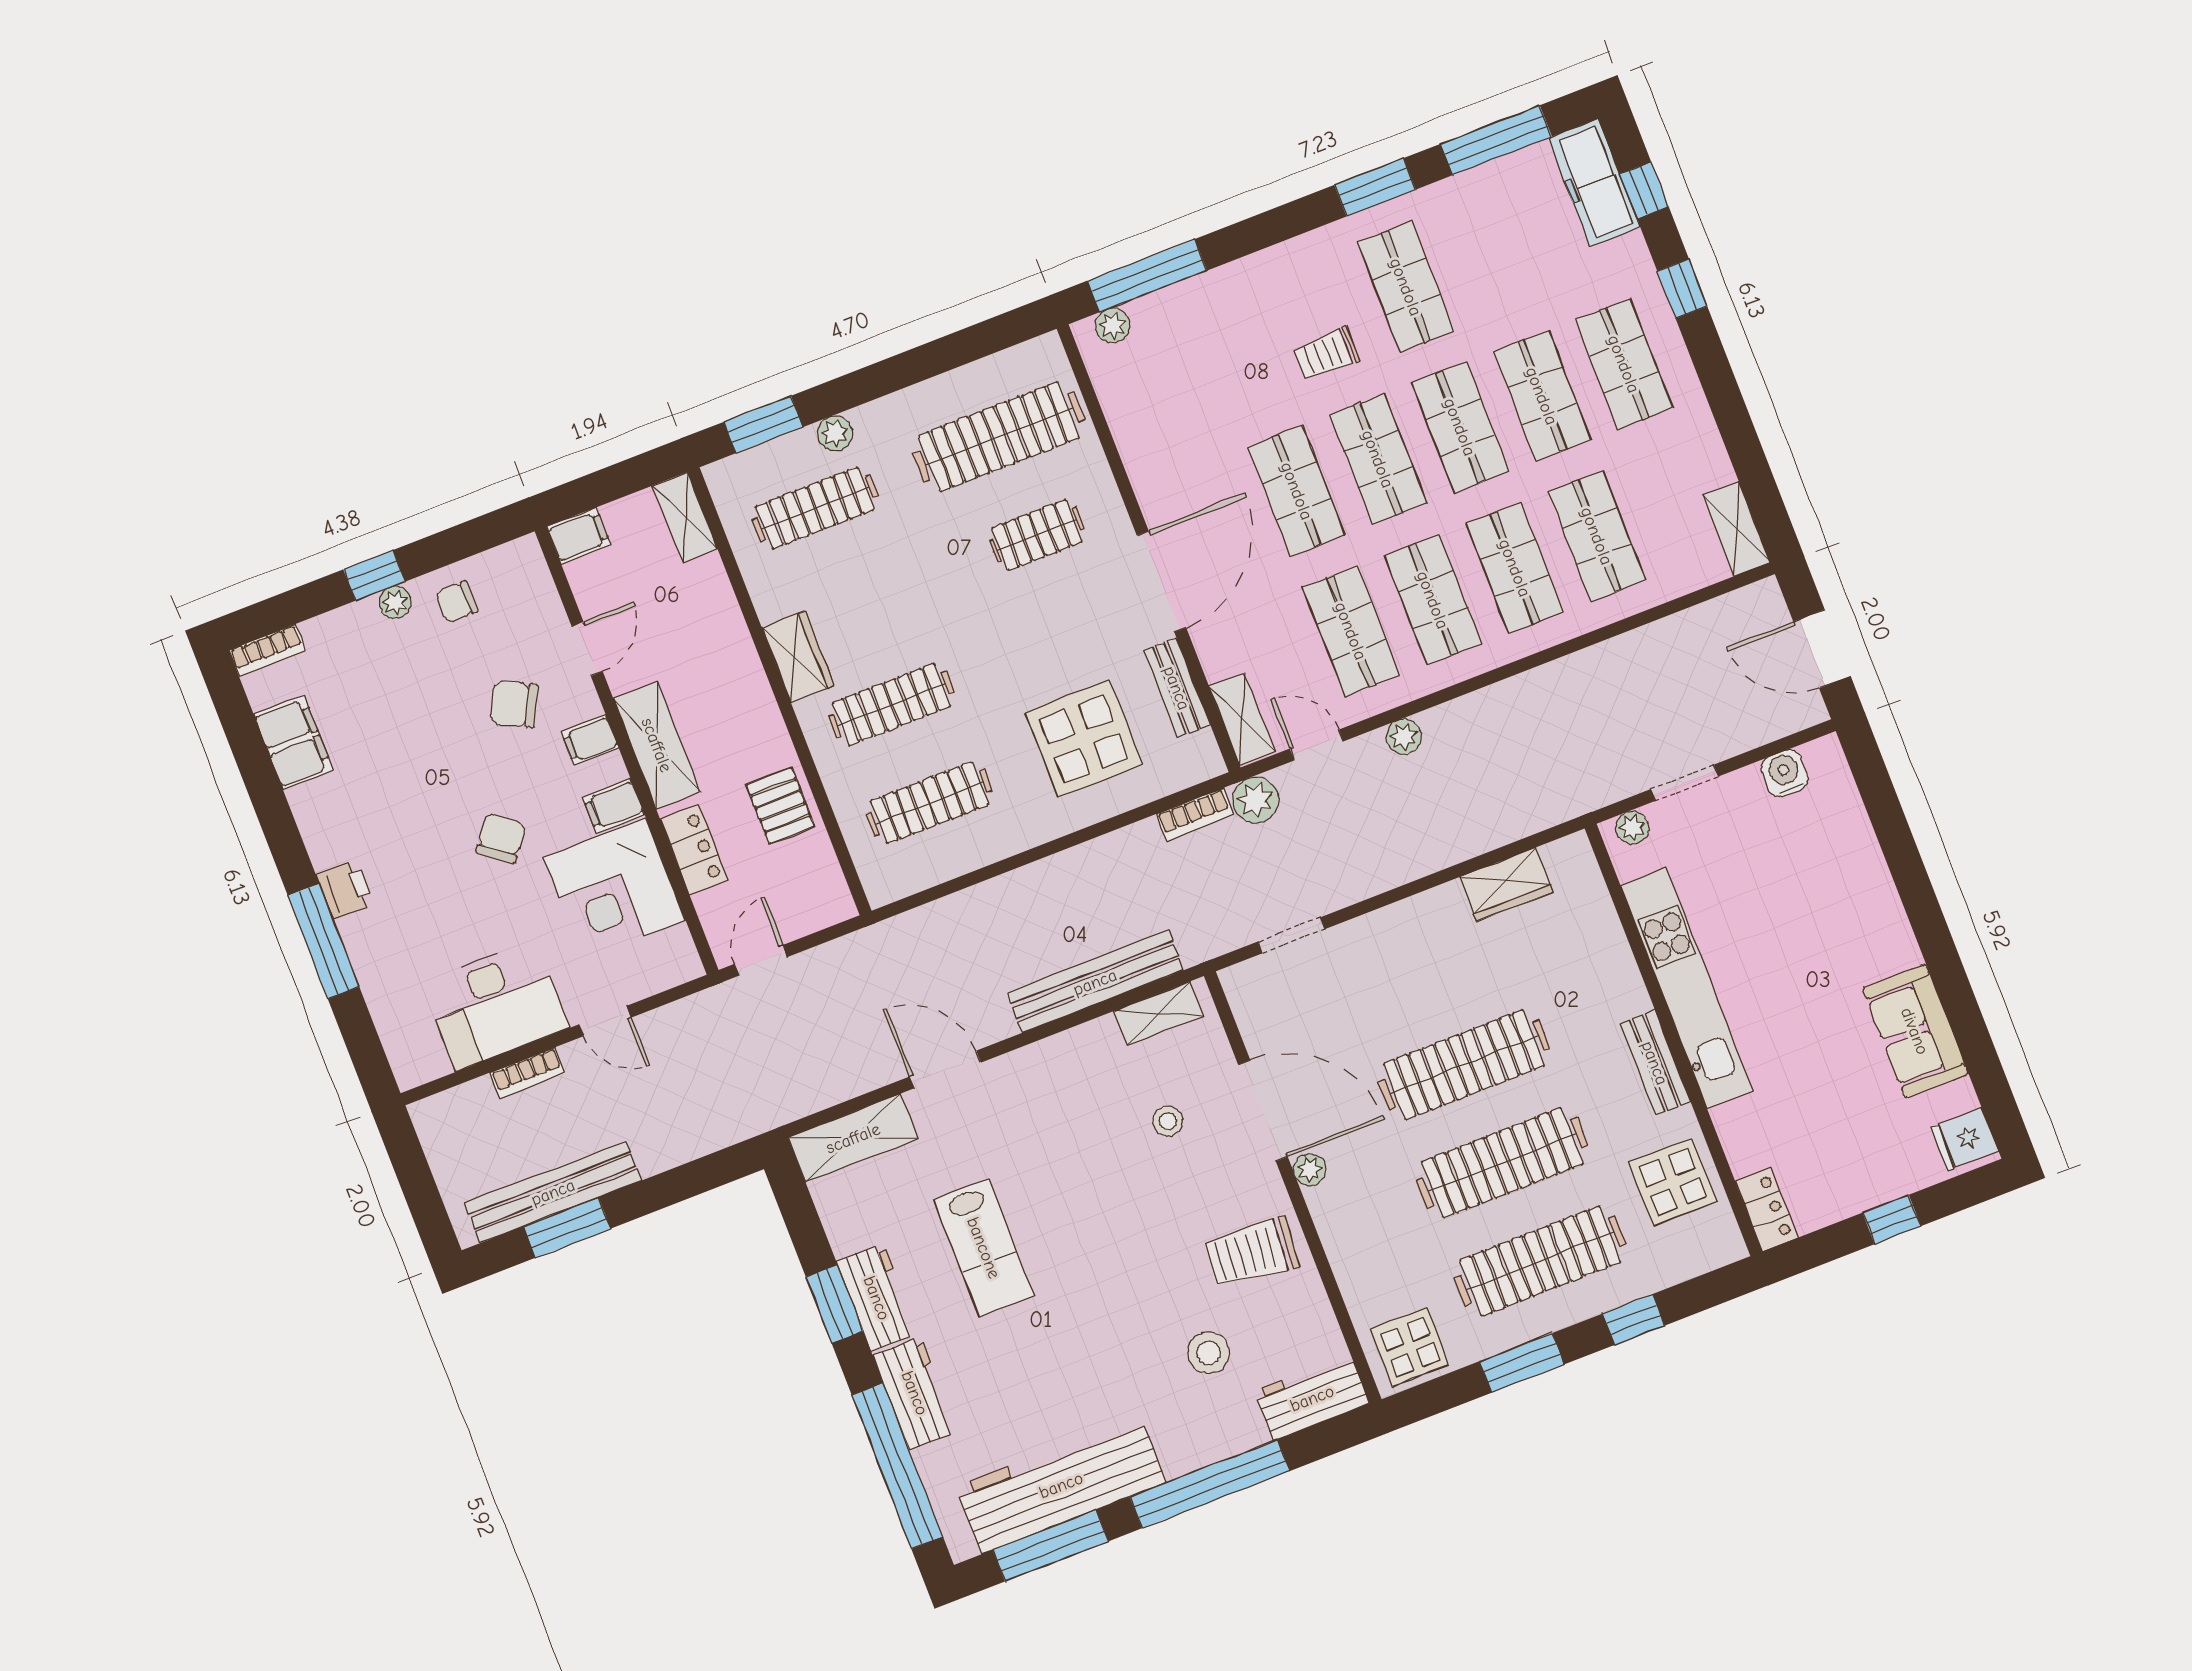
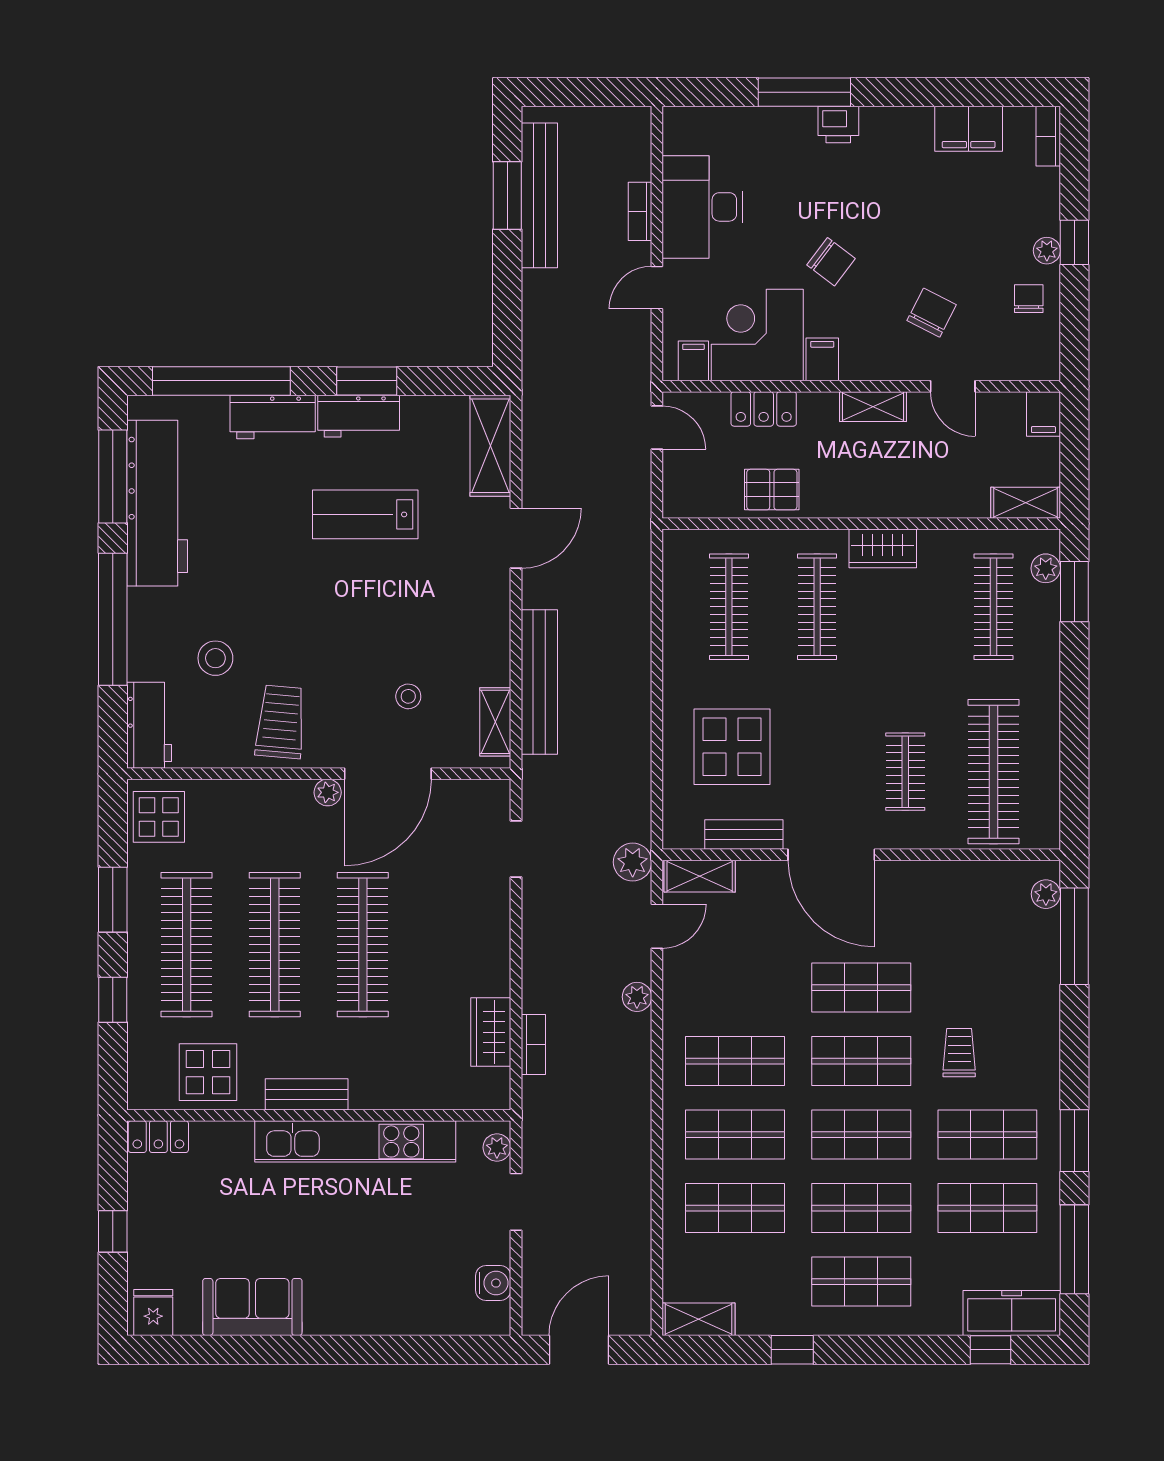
window: (1682, 289) -> (792, 1350), moved
plant: (835, 433) -> (1046, 568), moved
shop shelf: (1351, 631) -> (987, 1208), moved
filing cabinet: (590, 740) -> (693, 361), moved
shelving: (657, 745) -> (873, 407), width x0.67, depth x0.75
bookcase: (1195, 814) -> (533, 1045), moved, turned 180

